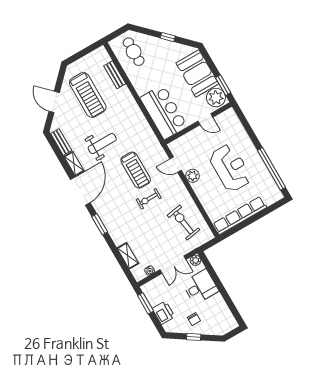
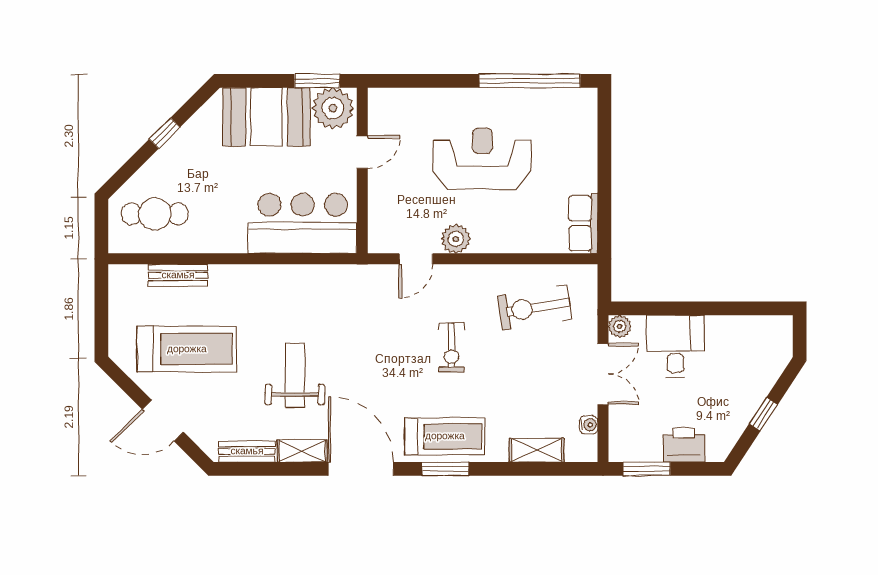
treadmill: (136, 170) -> (445, 436), moved
row of seats: (240, 215) -> (583, 223), width x0.50
chair: (194, 319) -> (730, 394), removed

